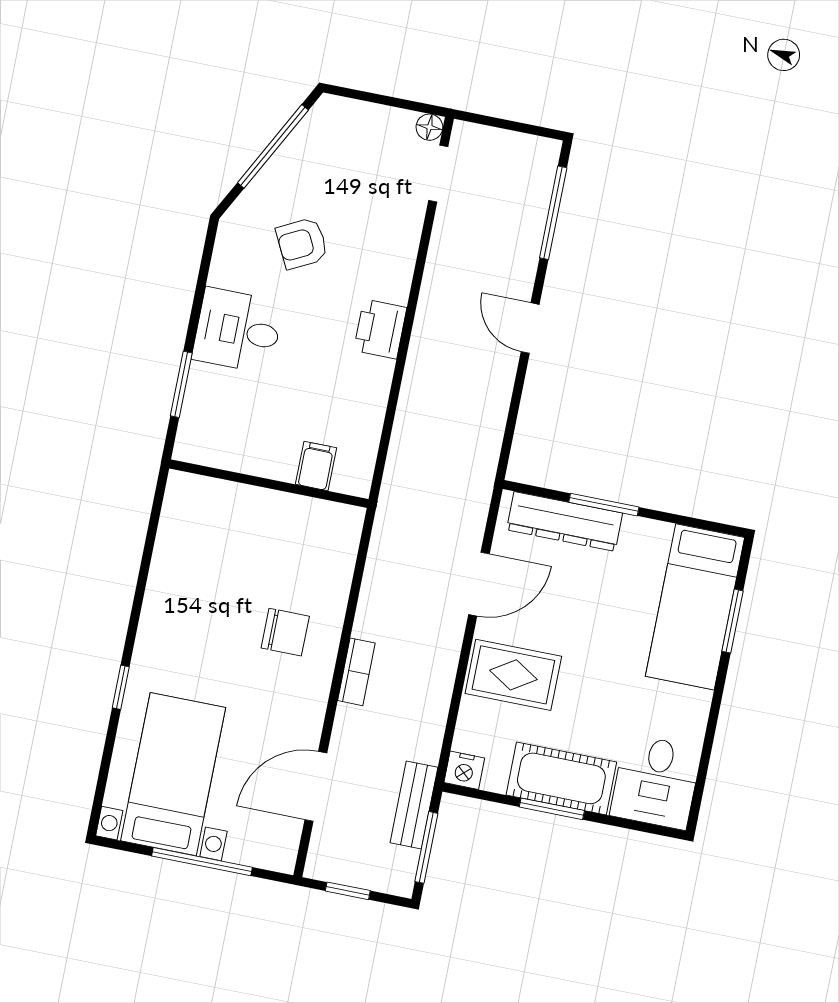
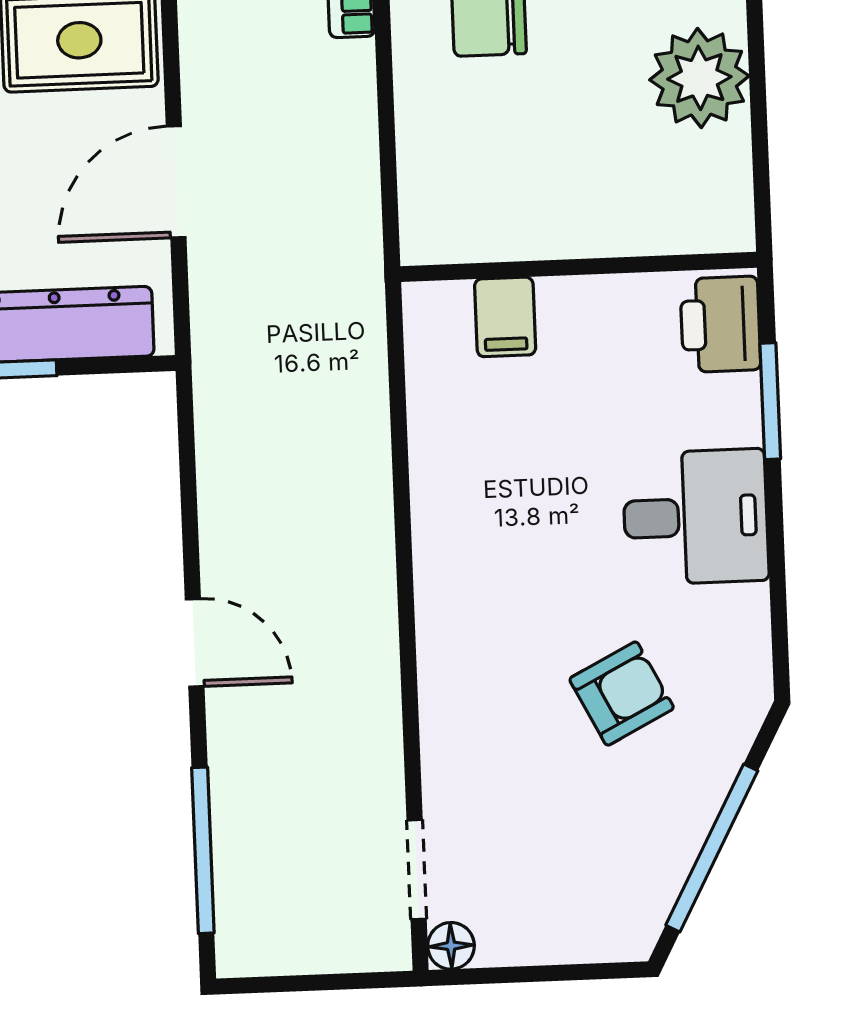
printer: (380, 329) -> (720, 324), moved, turned 180
plant: (177, 572) -> (699, 78), added

